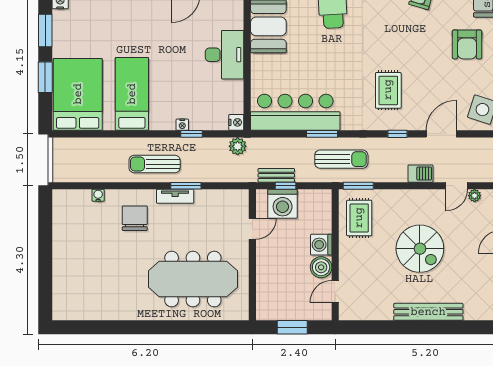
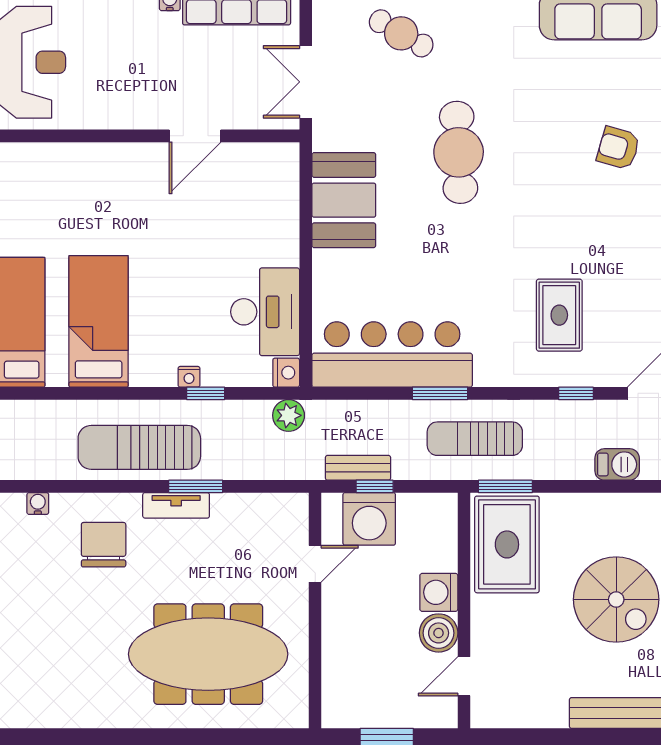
desk: (225, 55) -> (265, 312), moved
sun lounger: (341, 159) -> (475, 439), turned 180
sun lounger: (155, 164) -> (139, 447), width x1.36, depth x1.34
rug: (359, 218) -> (507, 544), width x1.36, depth x1.43

